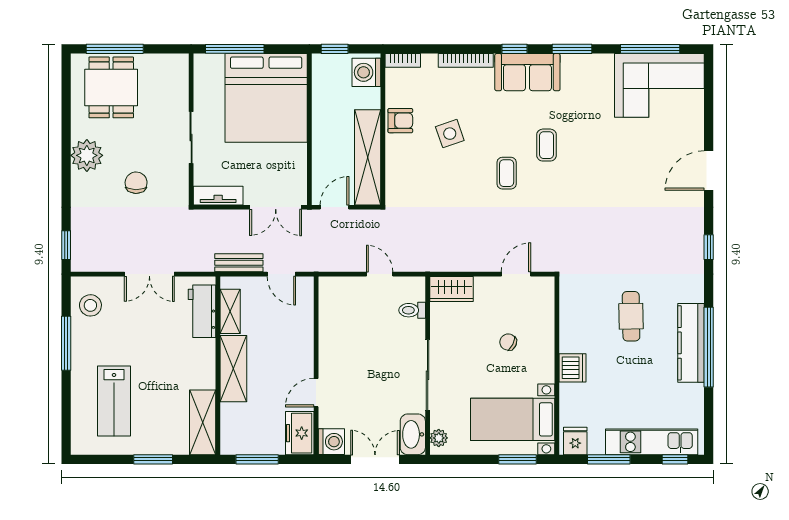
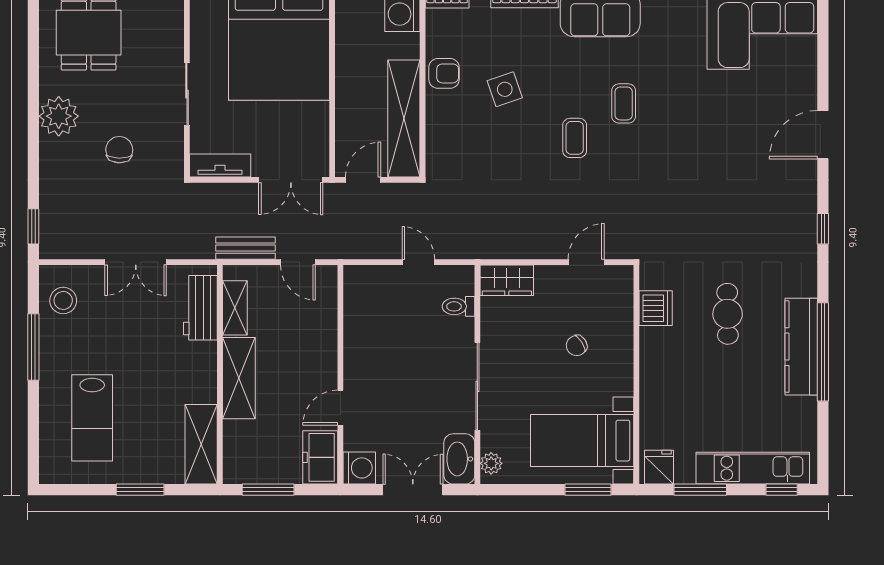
chair: (508, 342) -> (577, 346), turned -59
dishwasher: (573, 368) -> (656, 308), moved

